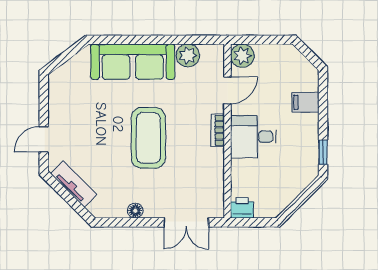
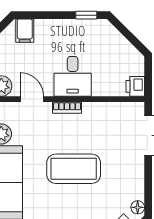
filing cabinet: (305, 102) -> (25, 31), moved
floor lamp: (135, 211) -> (138, 207), moved

